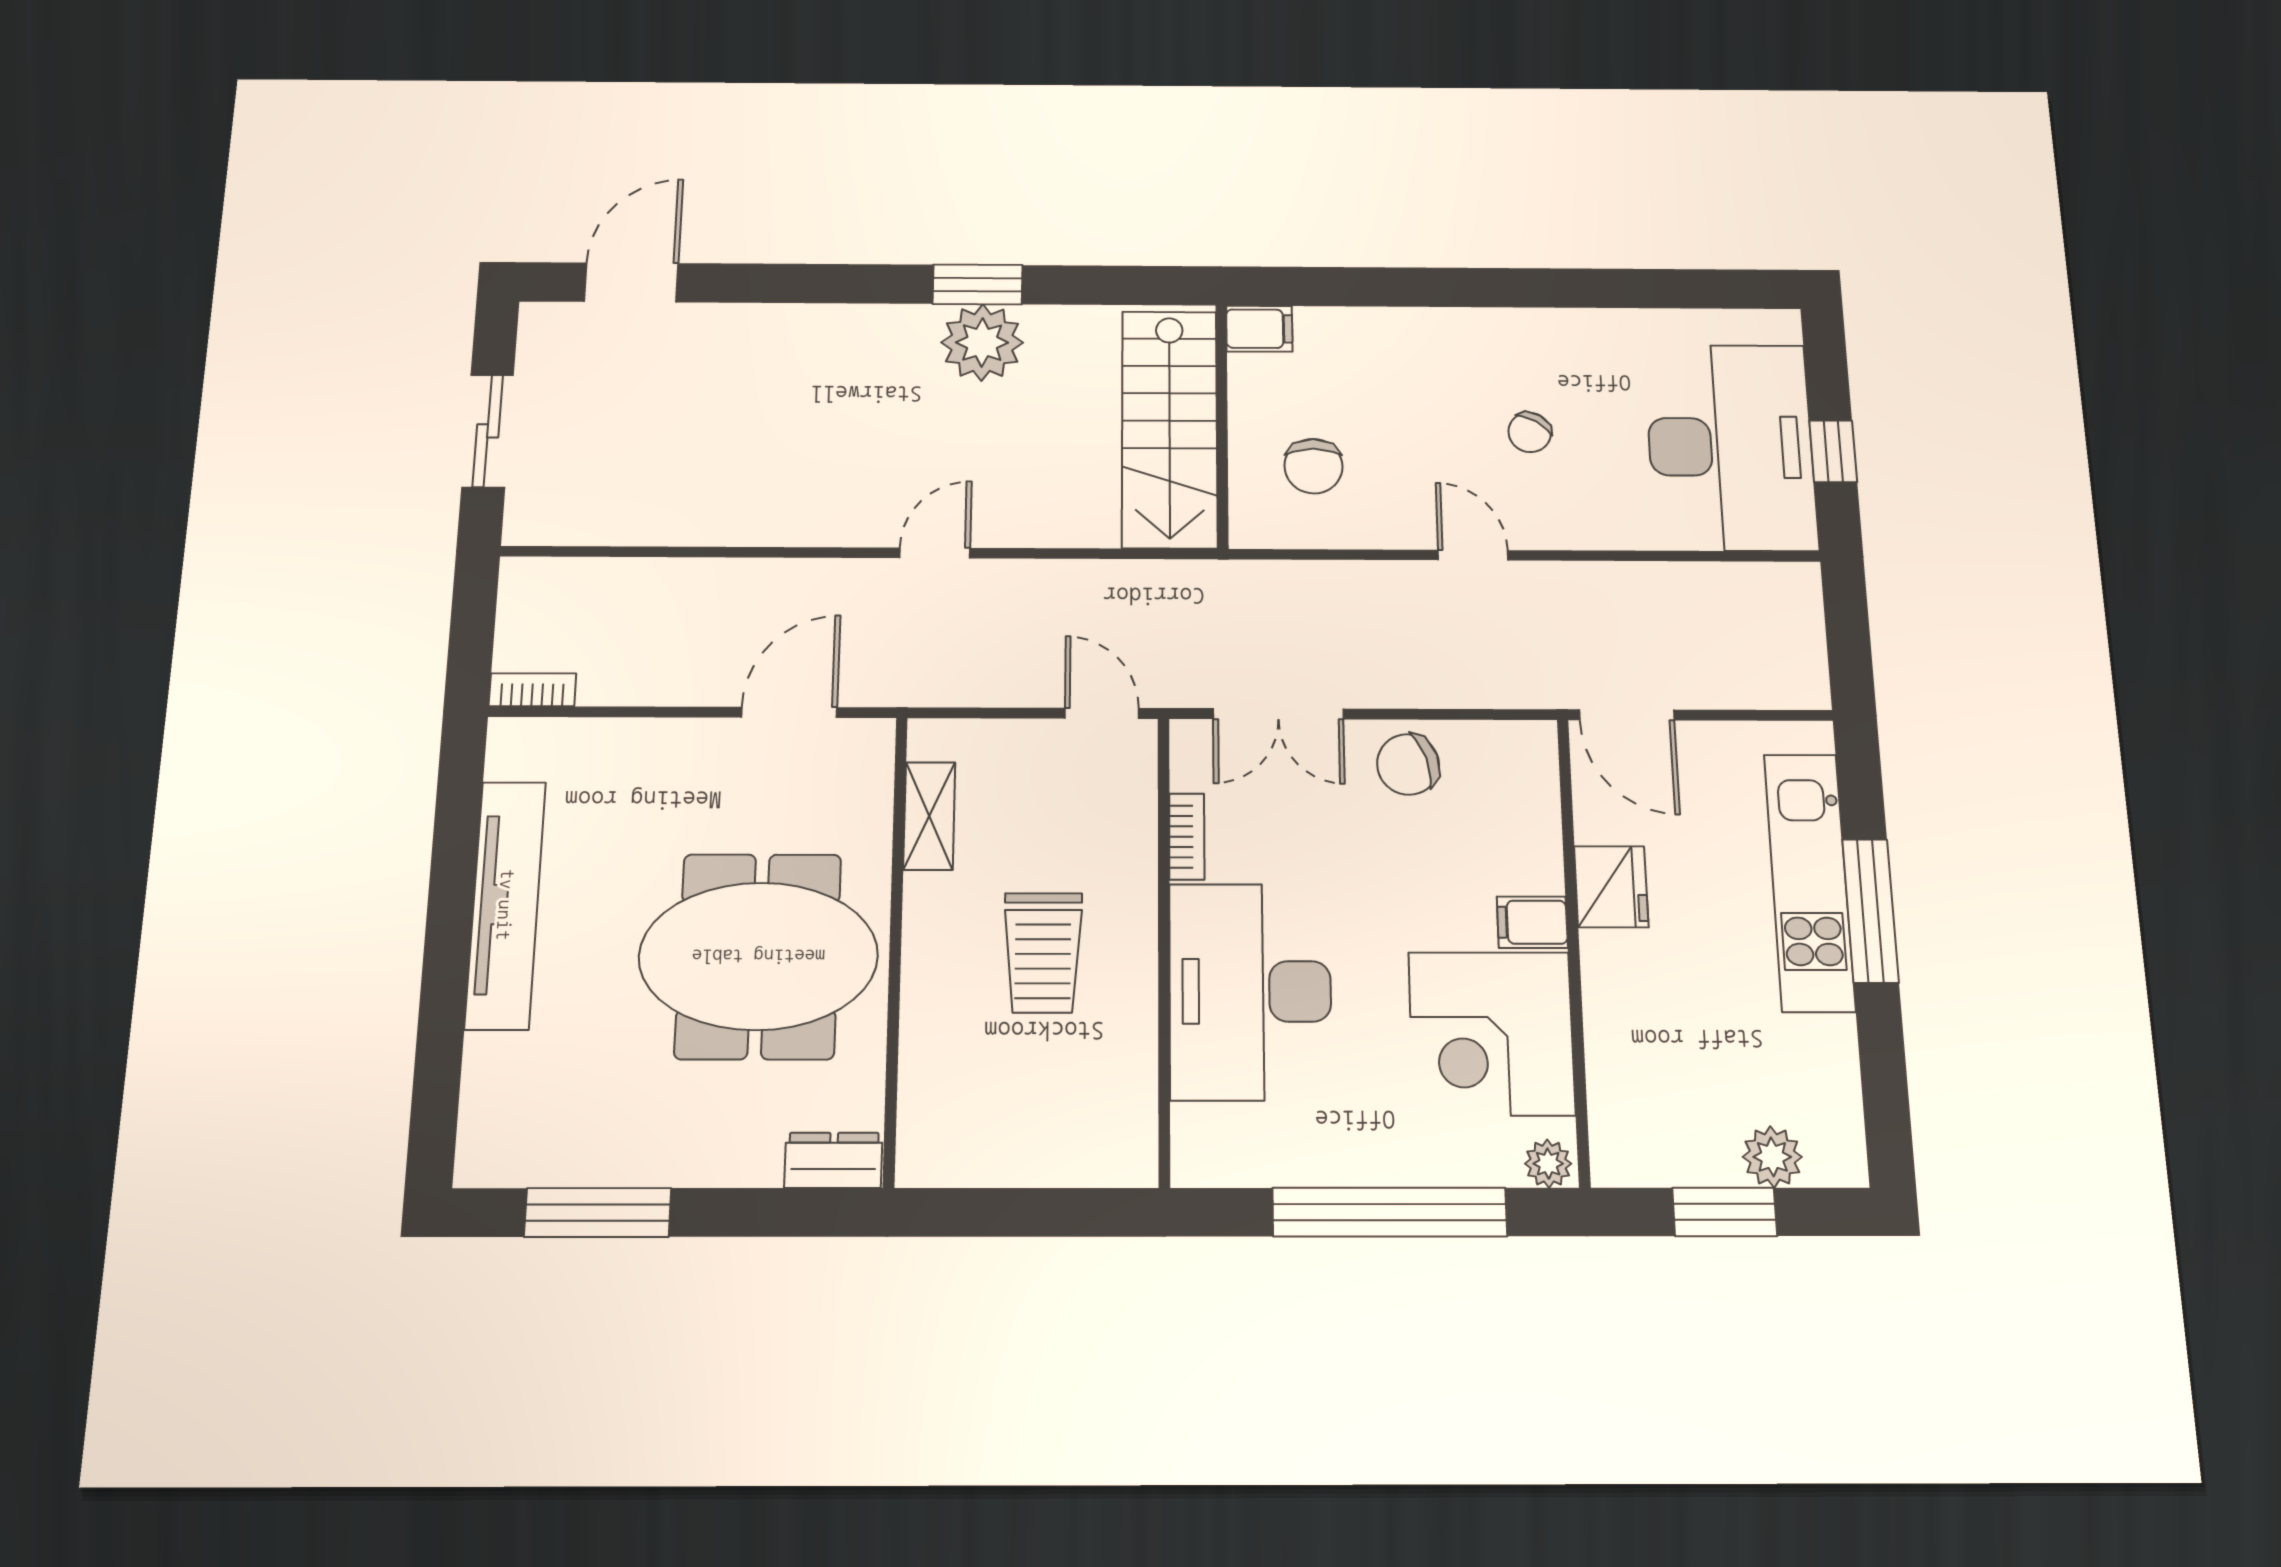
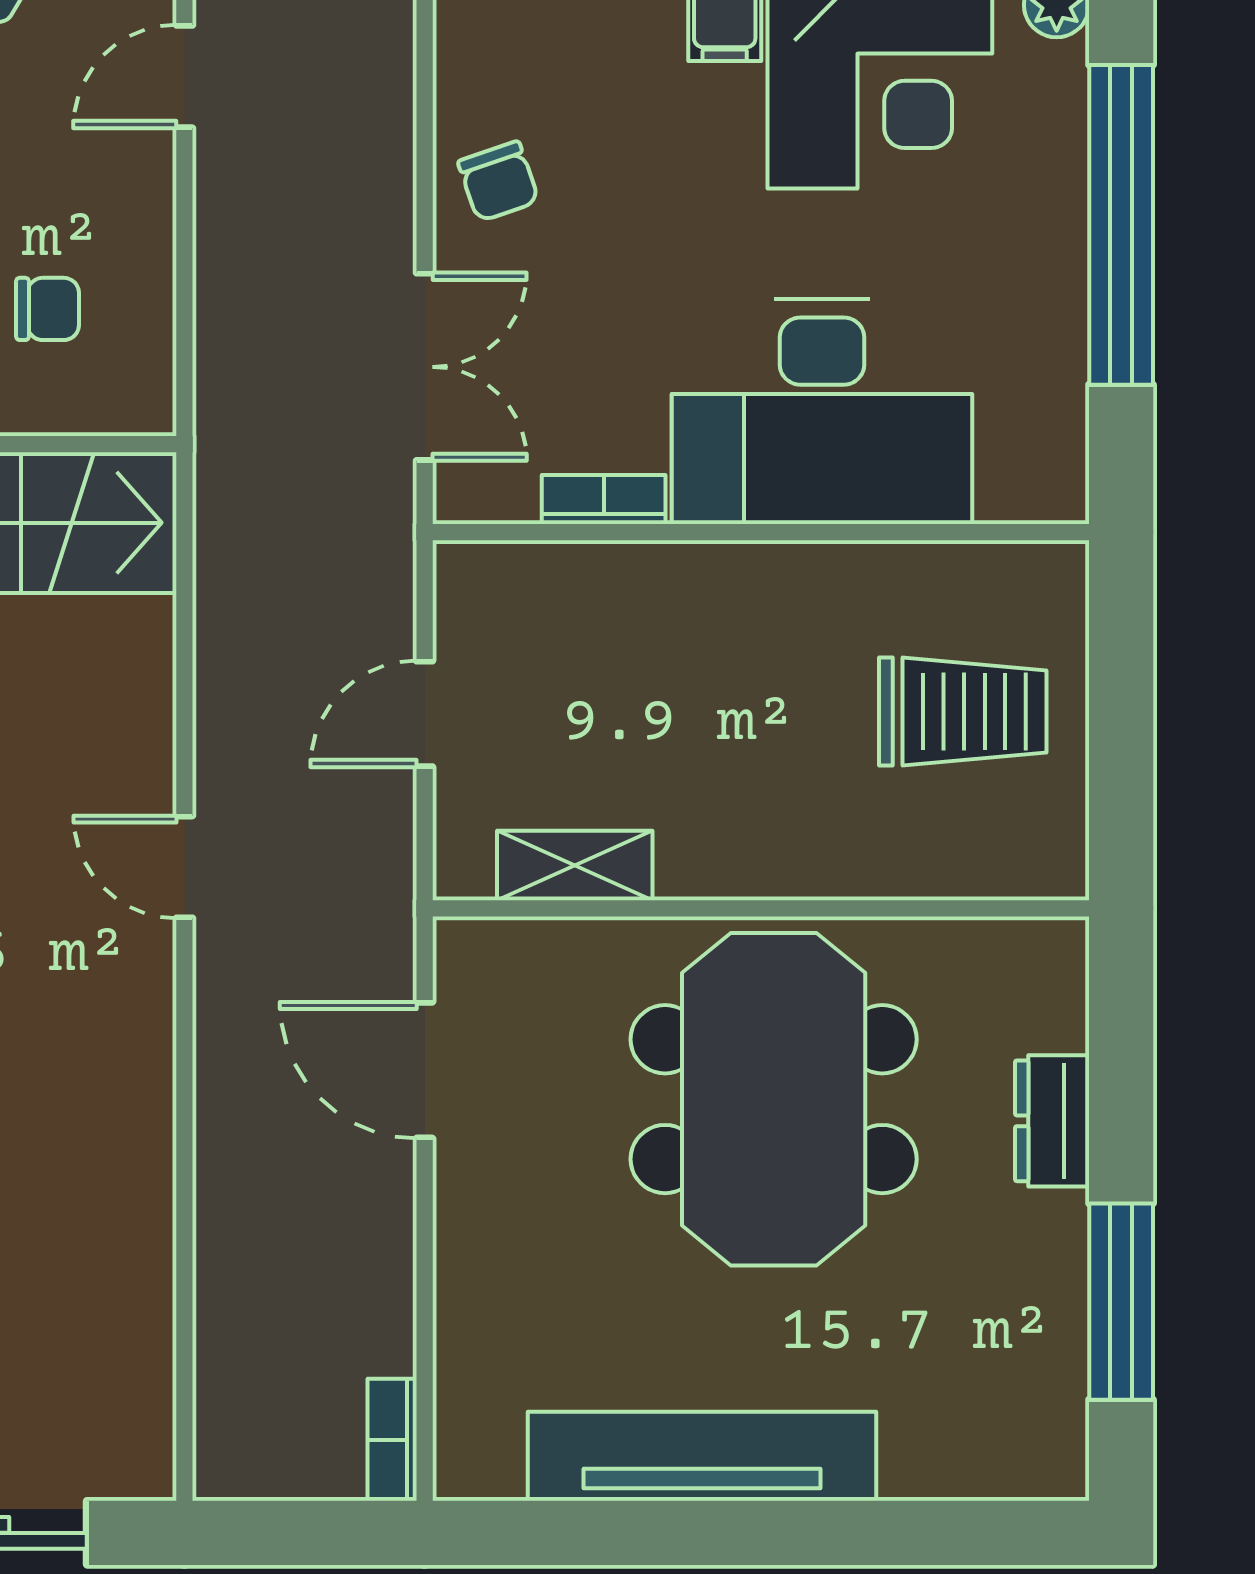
chair: (1313, 466) -> (48, 309), width x0.73, depth x0.73
door: (1102, 713) -> (425, 714), moved
chair: (1408, 764) -> (498, 181), width x0.73, depth x0.73
trolley: (1043, 953) -> (963, 711), moved
dresser: (833, 1160) -> (1052, 1121), moved

